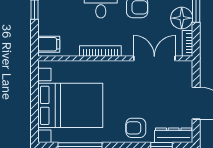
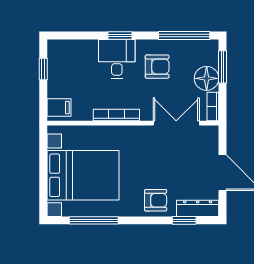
armchair: (136, 128) -> (156, 200), turned 180

